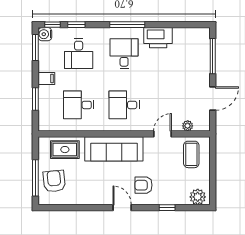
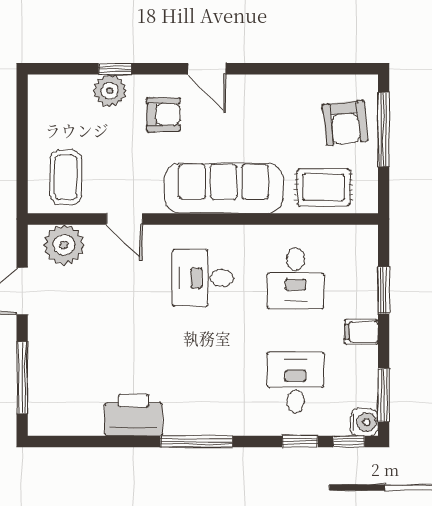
desk: (124, 54) -> (203, 382), removed
desk: (79, 105) -> (296, 278), turned 90
desk: (124, 105) -> (203, 278), turned 180
plant: (188, 126) -> (64, 245), width x1.87, depth x1.87
door: (162, 134) -> (125, 219), hinge flipped
plant: (198, 197) -> (110, 91), moved

